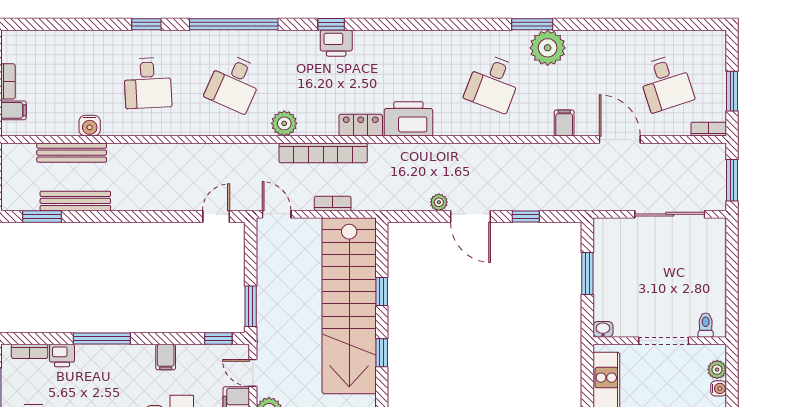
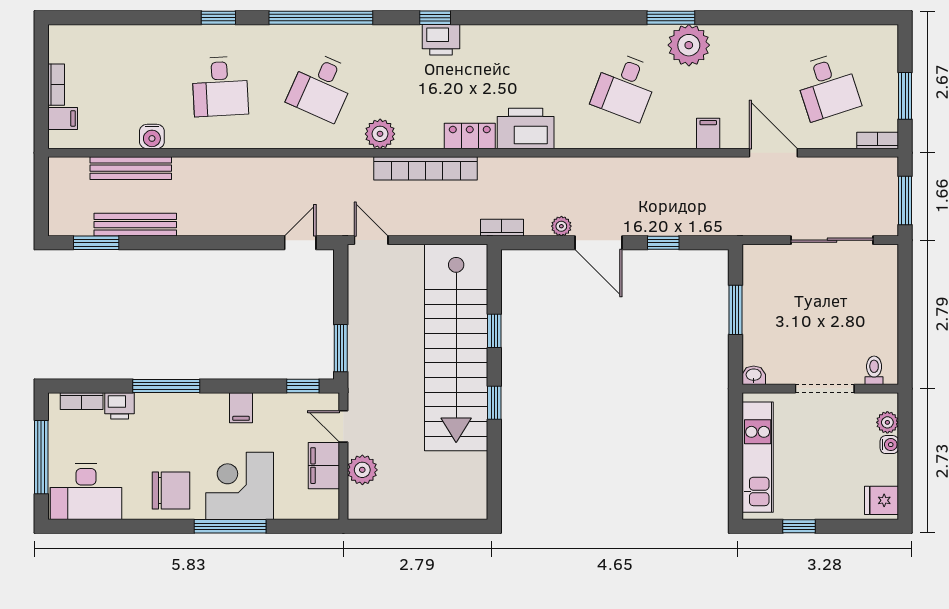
bookcase: (333, 203) -> (502, 228), moved

